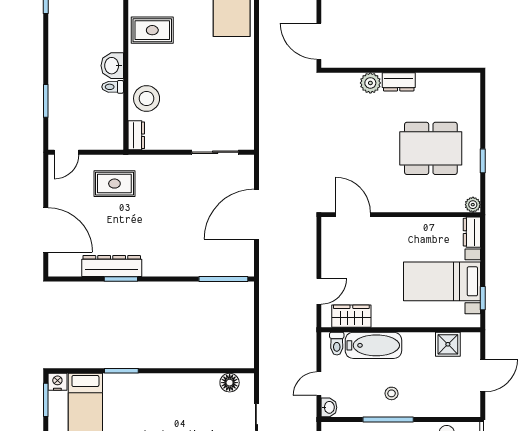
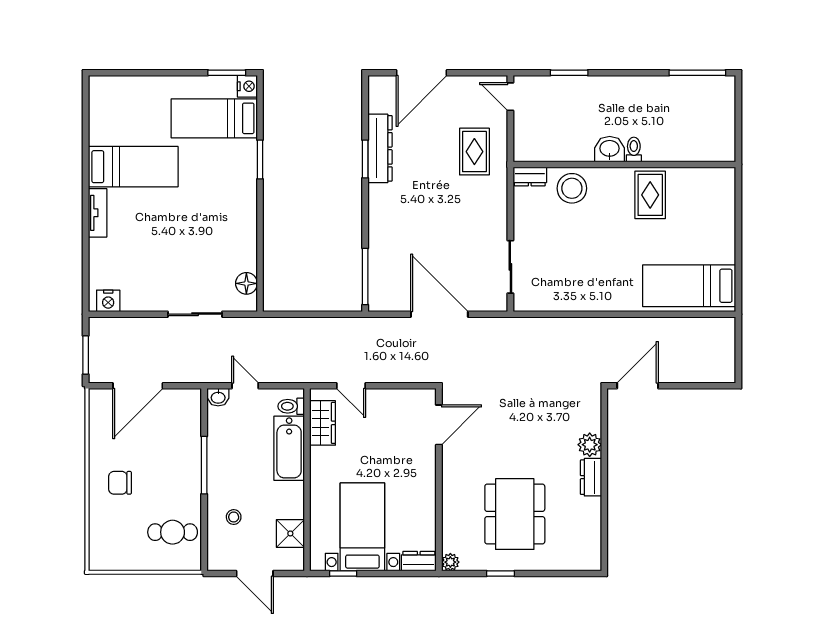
toilet: (113, 87) -> (634, 149), moved
stool: (392, 393) -> (234, 517), moved

